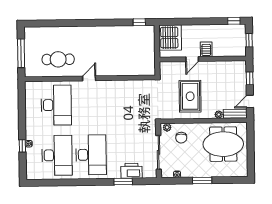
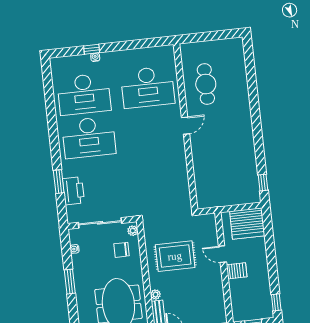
window: (21, 53) -> (209, 36), removed
door: (89, 78) -> (185, 126), hinge flipped

